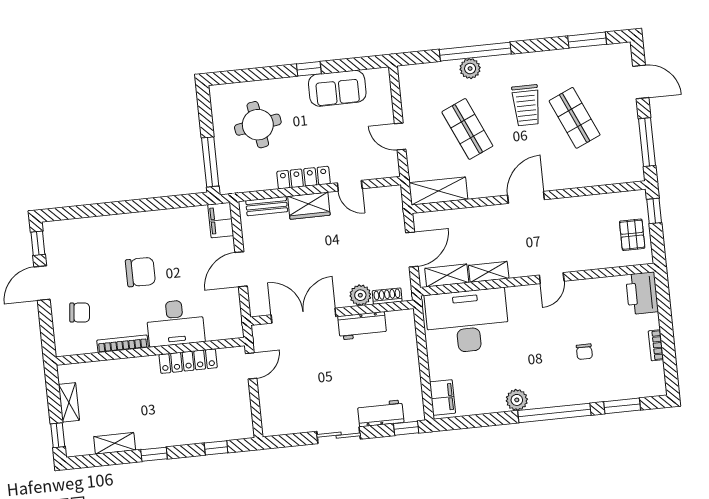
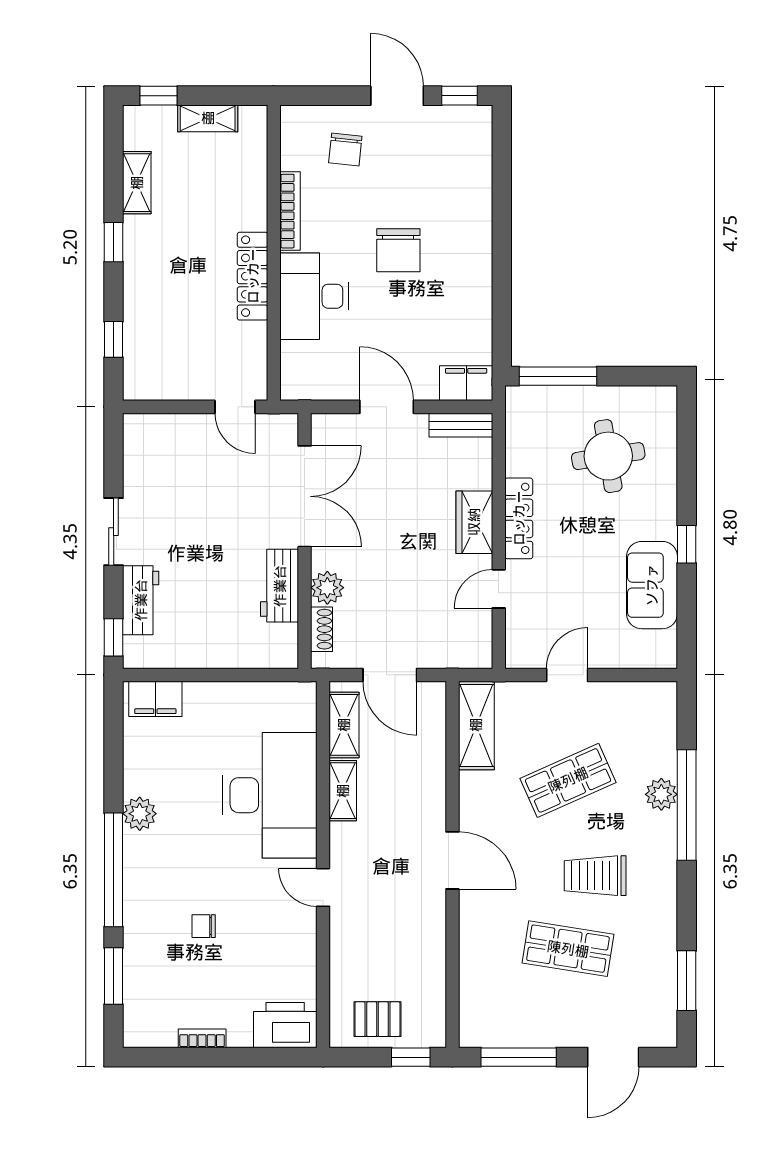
shop shelf: (575, 118) -> (568, 949), turned 33
bench: (267, 206) -> (461, 425), moved, turned 90
desk: (467, 321) -> (270, 795), moved
locker: (188, 361) -> (253, 276), moved

